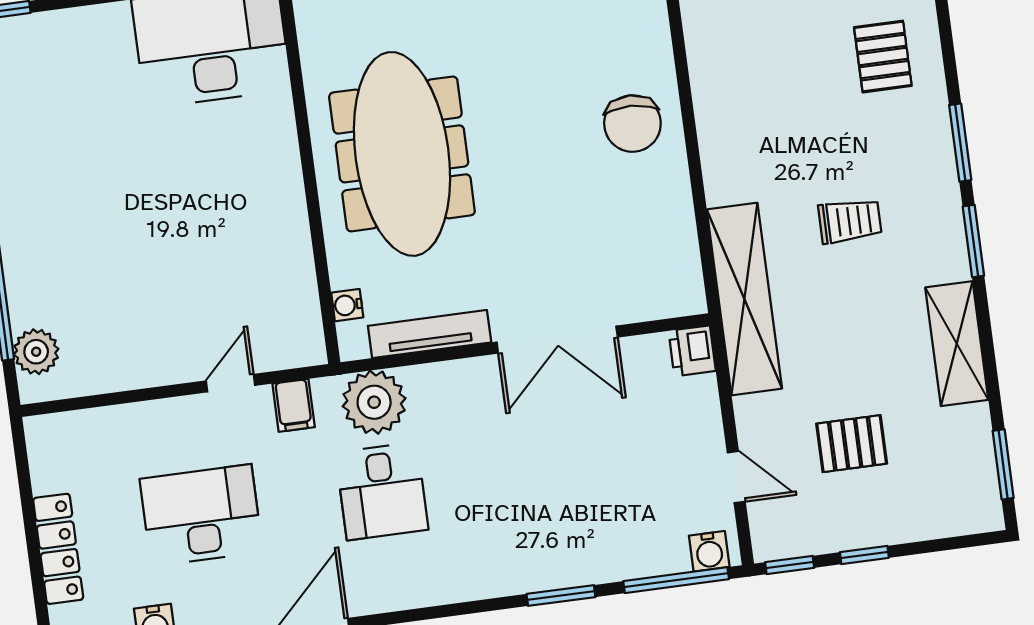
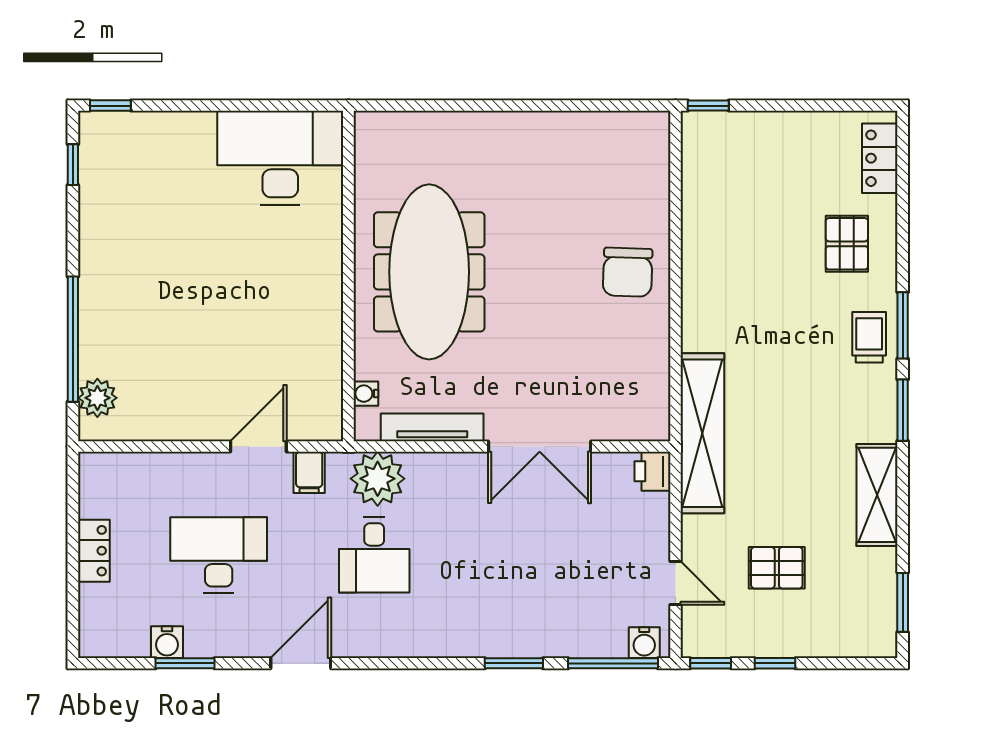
trolley: (850, 221) -> (869, 337), moved, turned -90
door: (230, 383) -> (258, 446), width x1.37
locker: (58, 549) -> (94, 551), width x0.66

